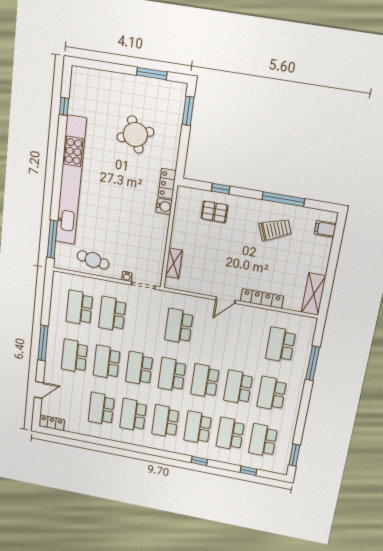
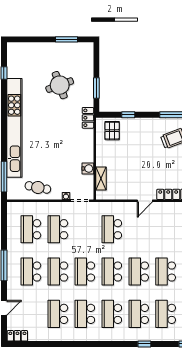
window: (188, 111) -> (96, 88), moved
water cooler: (164, 206) -> (88, 169), moved
pallet: (214, 212) -> (112, 131), moved, turned 90

